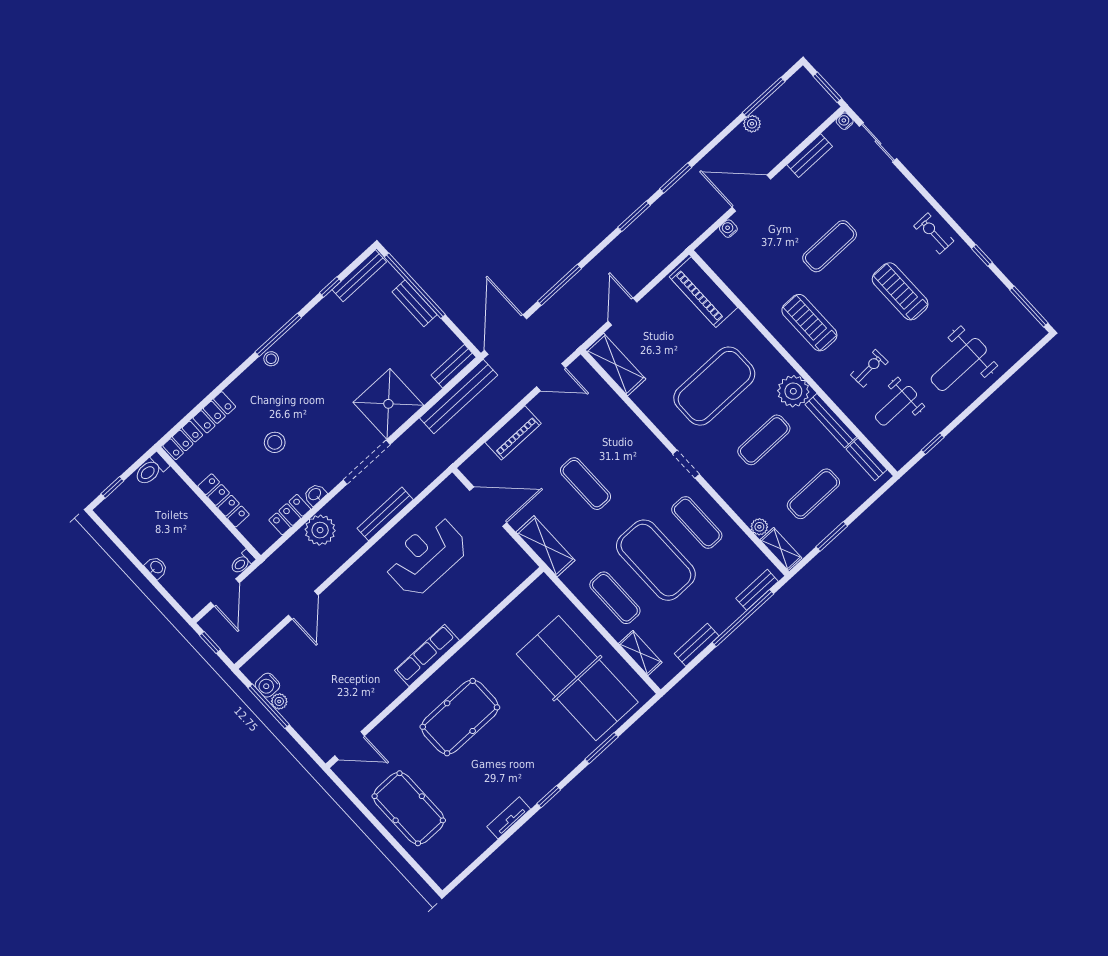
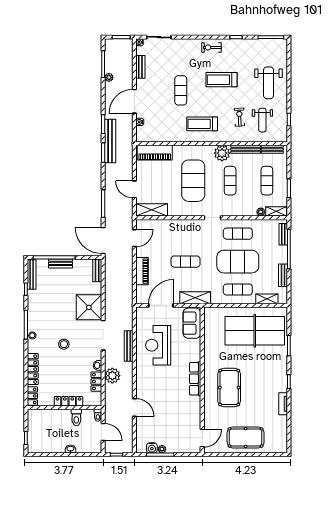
bench: (459, 397) -> (110, 141), moved
locker: (214, 412) -> (33, 369), width x1.53
stool: (275, 442) -> (64, 344), moved
toilet: (151, 470) -> (76, 418), moved
sofa: (504, 576) -> (192, 323), added

